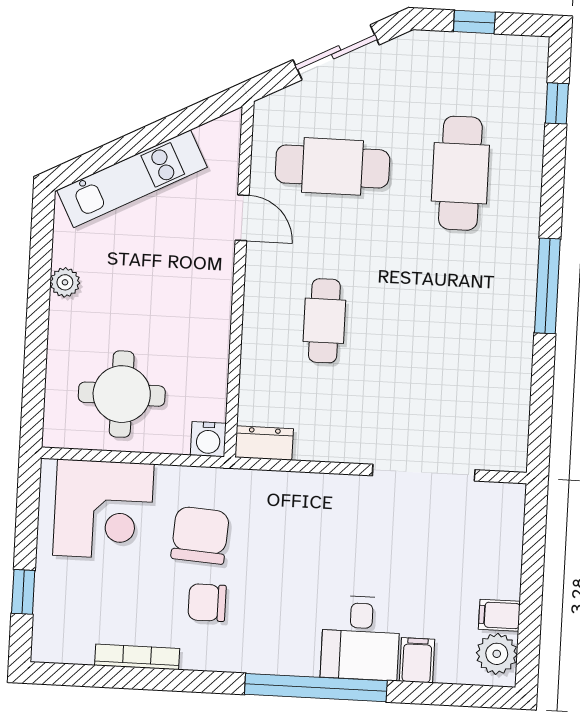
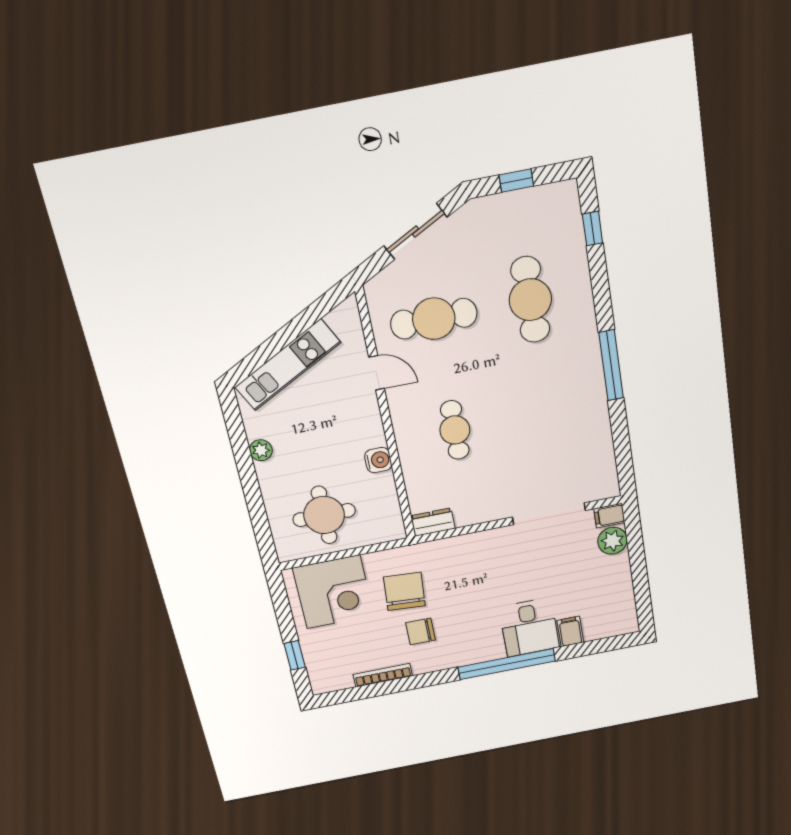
water cooler: (208, 439) -> (378, 460), moved, turned -90
filing cabinet: (499, 615) -> (609, 516), moved
plant: (497, 654) -> (612, 541), moved

